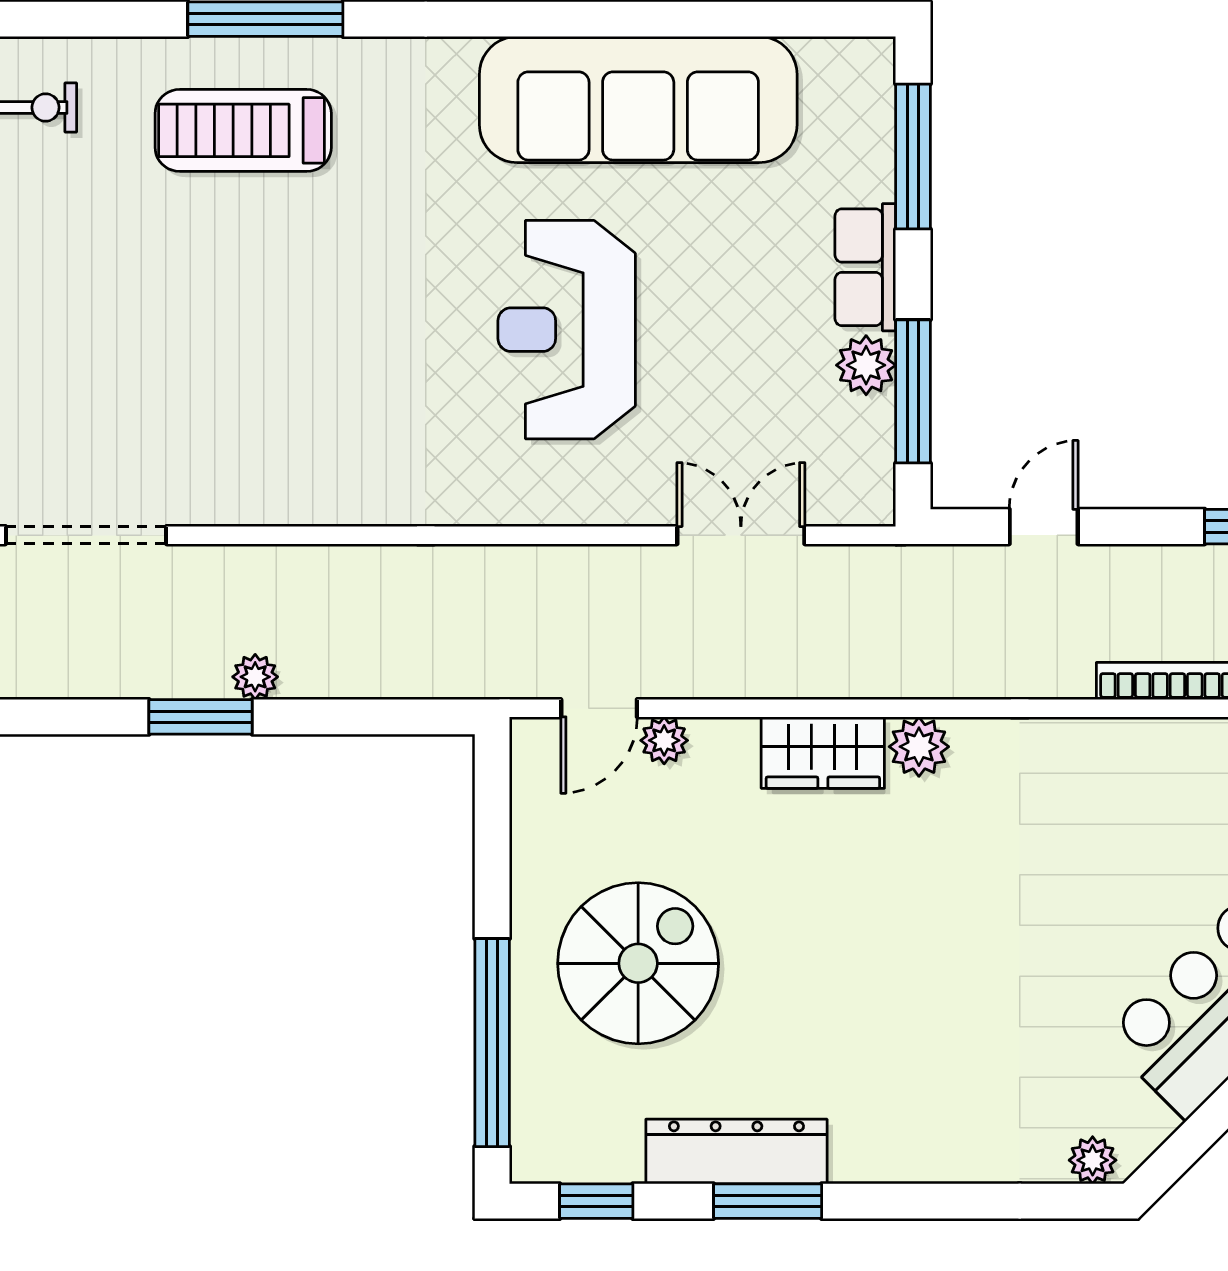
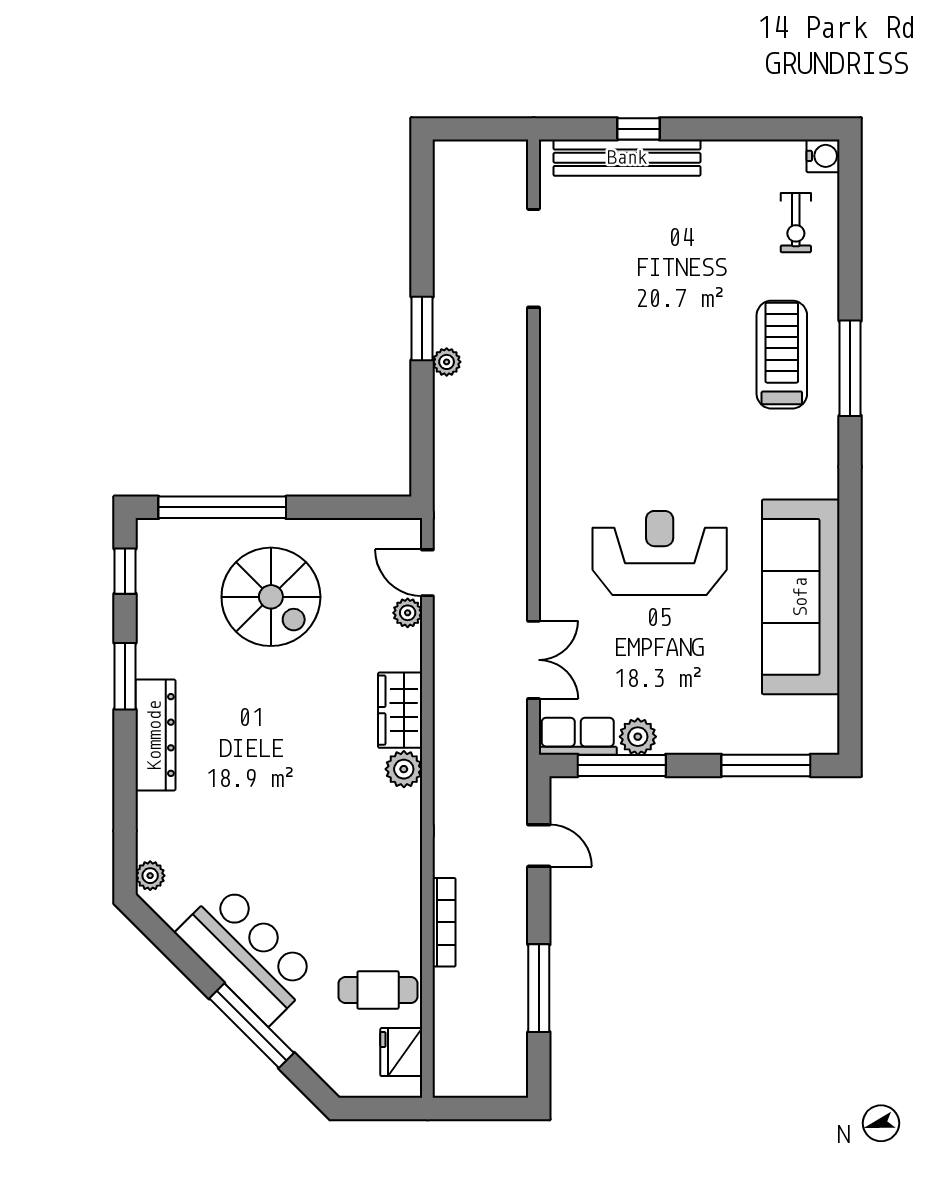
row of seats: (865, 267) -> (578, 736), moved
dresser: (736, 1152) -> (155, 735), moved

